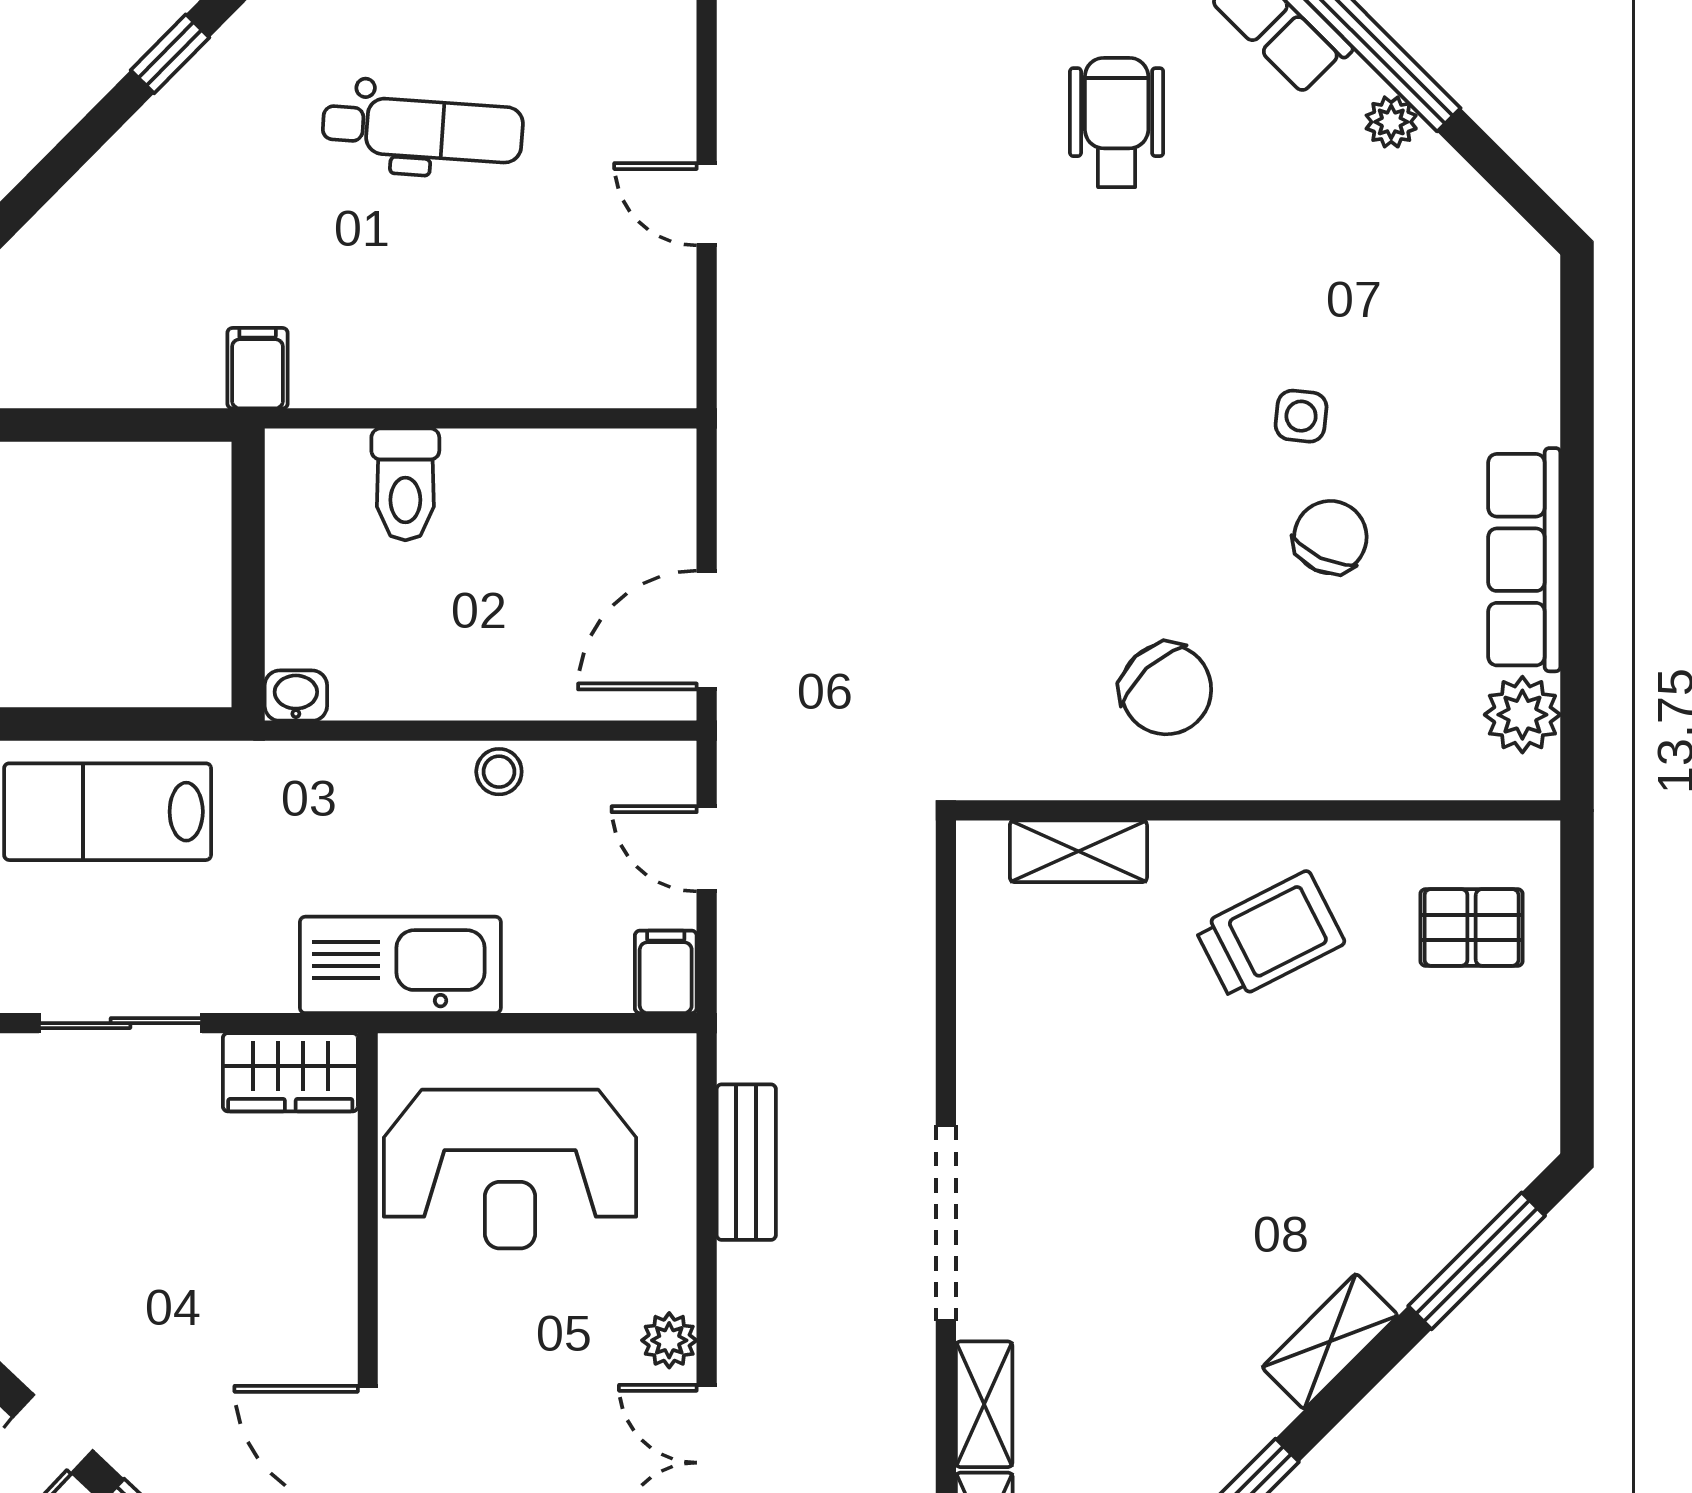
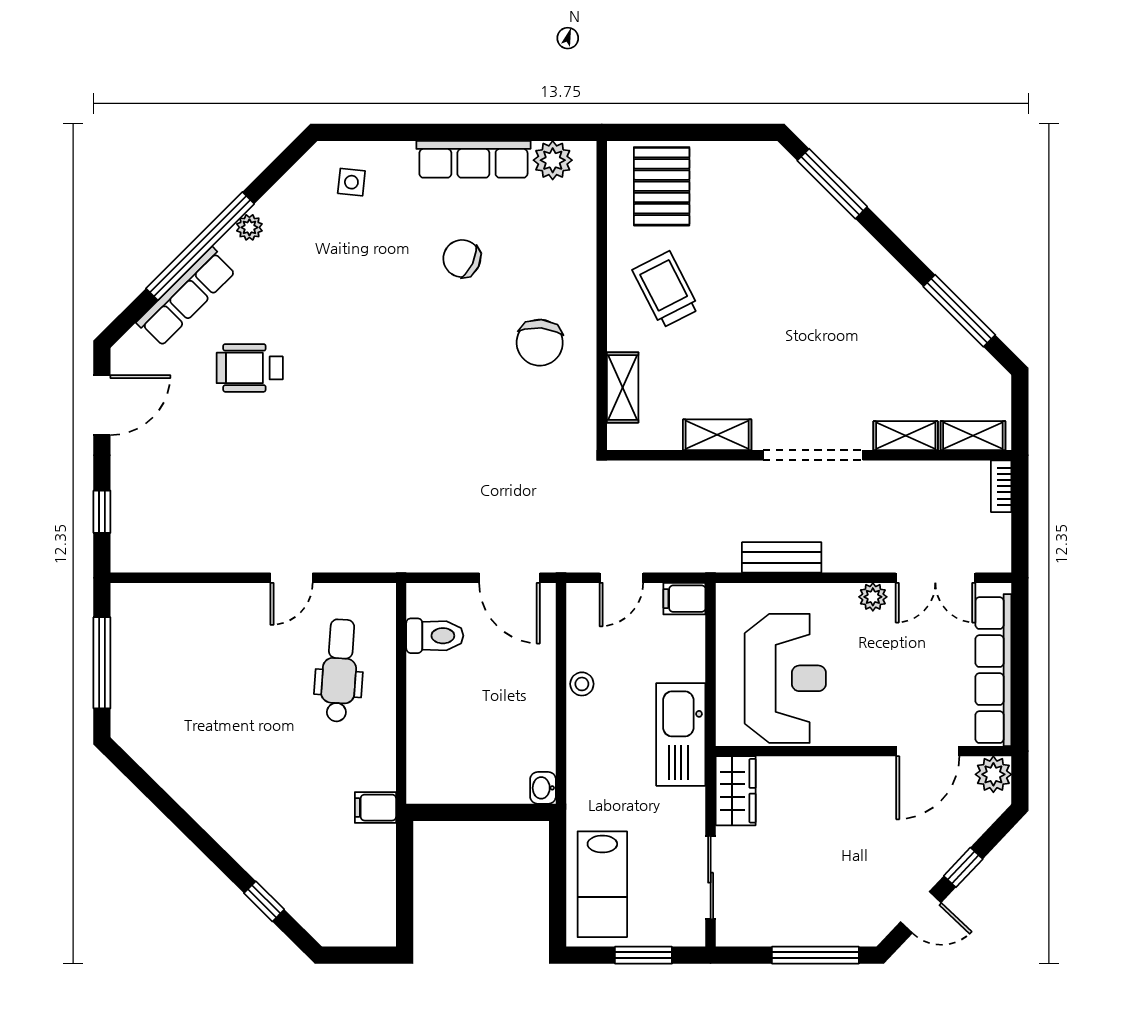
window: (170, 54) -> (264, 901), moved
dental chair: (423, 129) -> (339, 670), moved
side table: (1301, 416) -> (351, 182), moved
toilet: (405, 484) -> (435, 636), moved
chair: (1166, 689) -> (540, 343), turned 138
pallet: (1472, 927) -> (662, 186), width x1.50, depth x1.42
shelving: (1330, 1341) -> (717, 435), moved, turned -45

